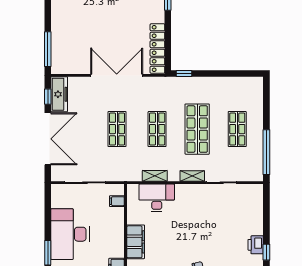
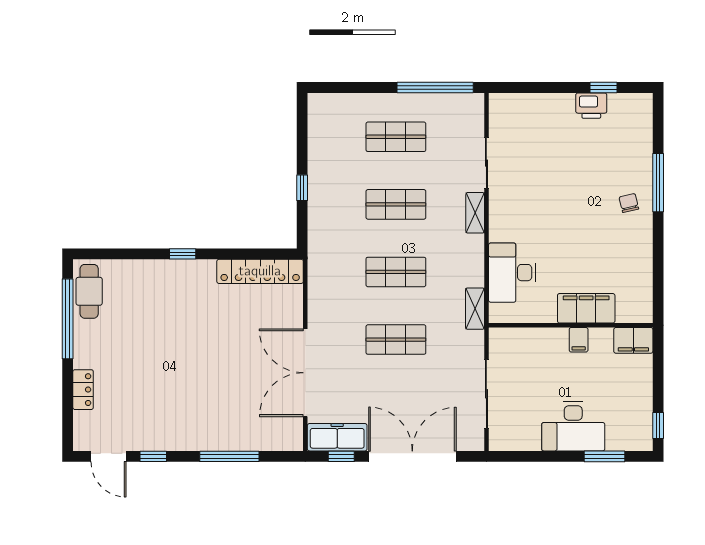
window: (48, 49) -> (229, 456), moved
window: (184, 73) -> (302, 188), moved
double door: (117, 75) -> (305, 373), moved
shop shelf: (197, 129) -> (396, 204), width x0.70, depth x0.74
shelving: (155, 176) -> (475, 309), moved
filing cabinet: (117, 201) -> (579, 340), moved
desk: (70, 234) -> (573, 426), width x0.73, depth x0.77

